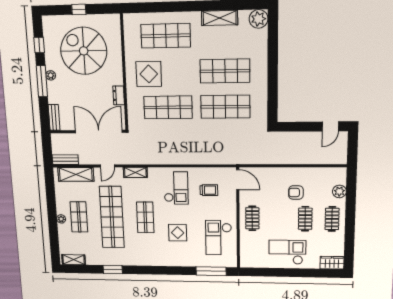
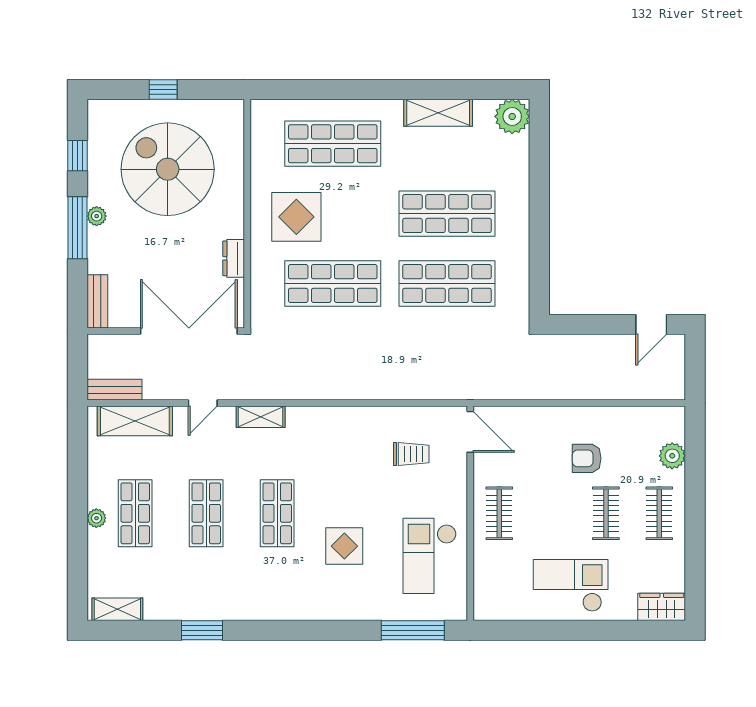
checkout: (176, 188) -> (344, 450), removed
shop shelf: (112, 217) -> (206, 513), width x0.50, depth x0.74

